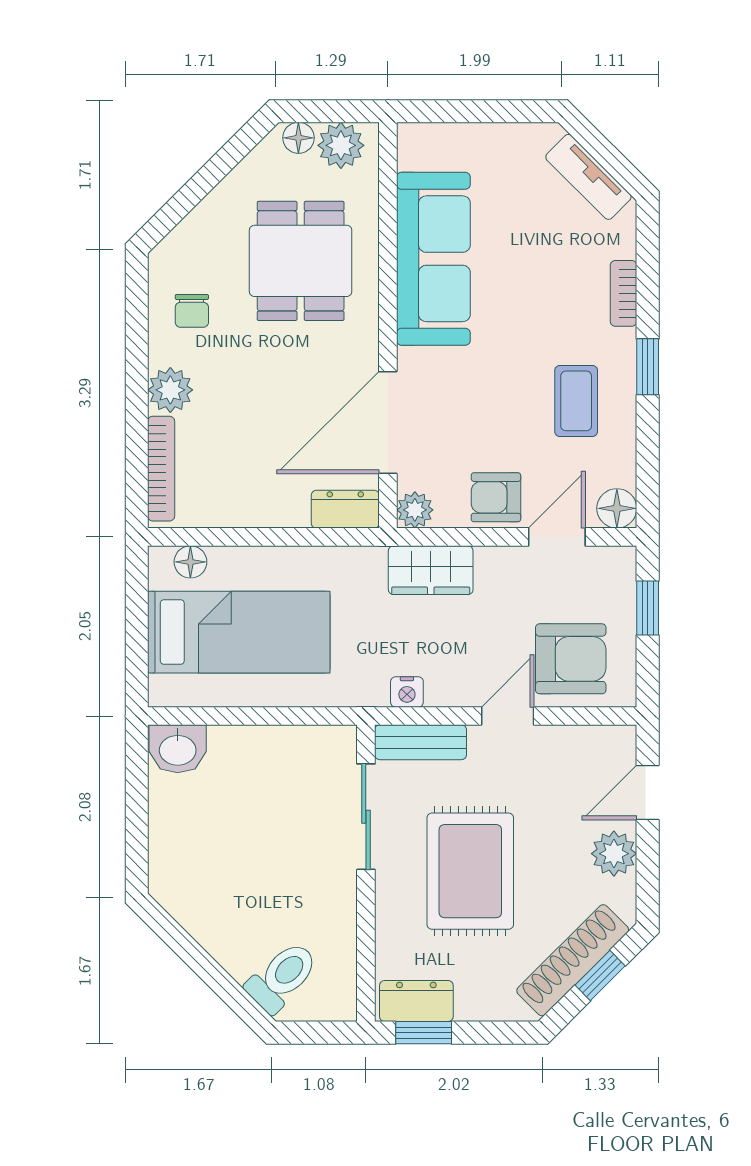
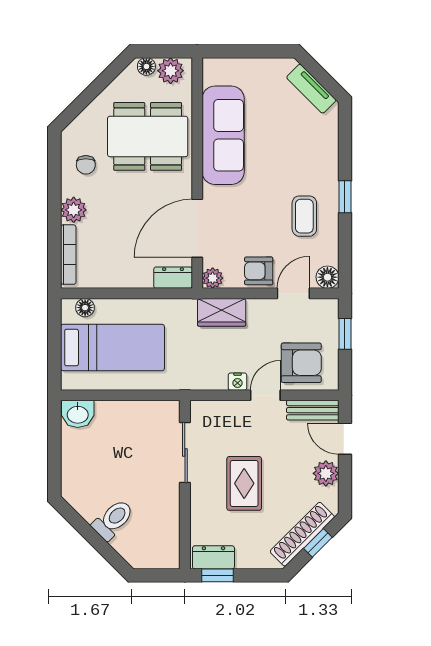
dining table: (301, 261) -> (148, 136), width x1.38
bookcase: (623, 293) -> (331, 155), removed
nightstand: (407, 692) -> (237, 382), moved
bench: (421, 742) -> (313, 410), moved
door: (648, 793) -> (345, 439), hinge flipped
rug: (470, 871) -> (244, 483), width x0.73, depth x0.70
toilet: (282, 977) -> (113, 520), moved

